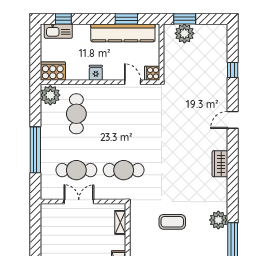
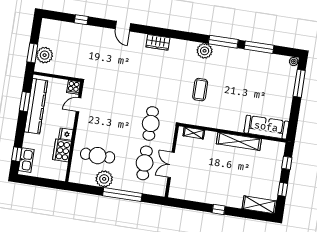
cooker: (53, 71) -> (62, 151), moved
plant: (50, 95) -> (104, 179), moved

